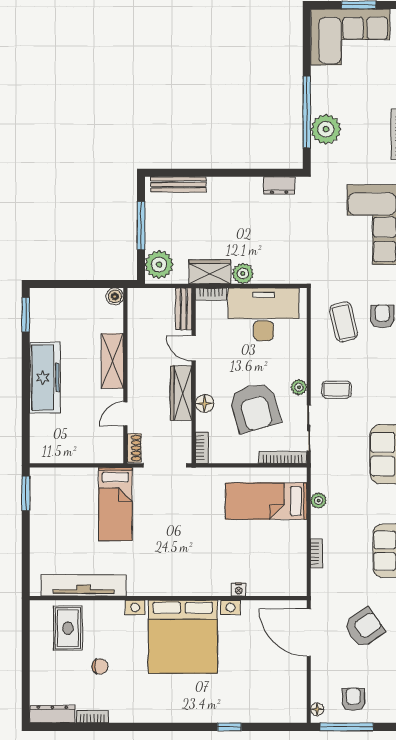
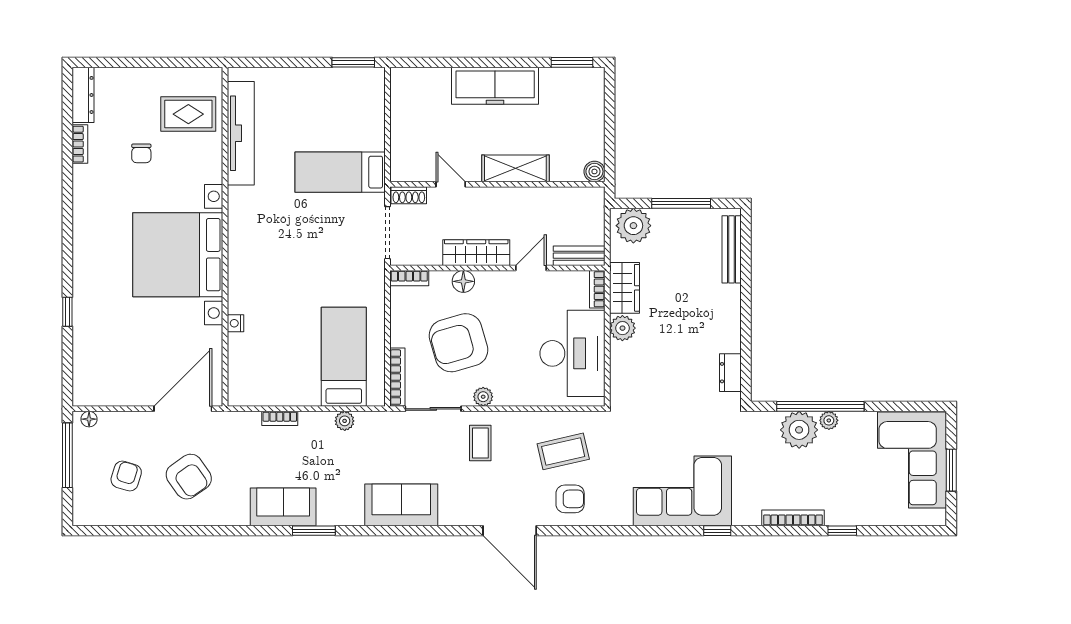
plant: (318, 105) -> (829, 420), added
armchair: (353, 699) -> (126, 476), moved, turned -73

